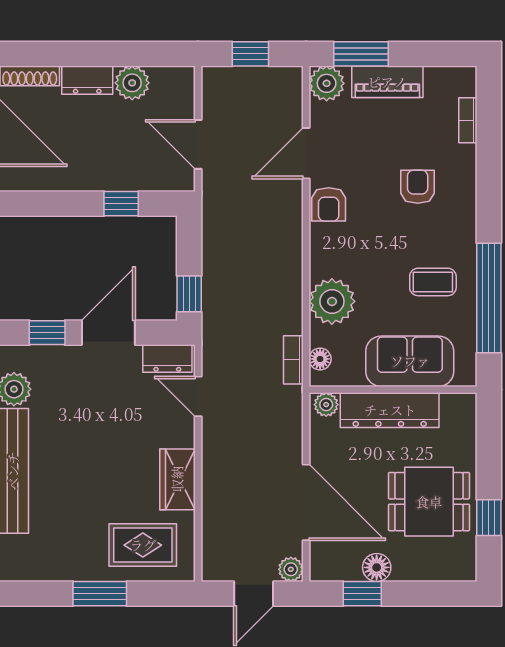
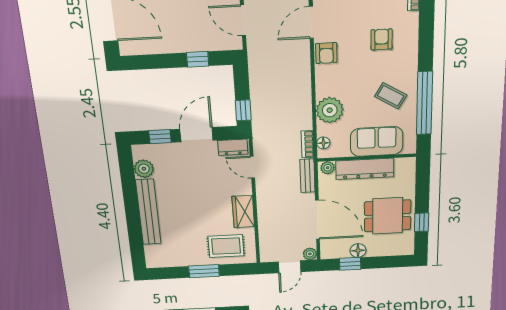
coffee table: (433, 282) -> (391, 96), turned 31
bench: (291, 418) -> (307, 176), added

